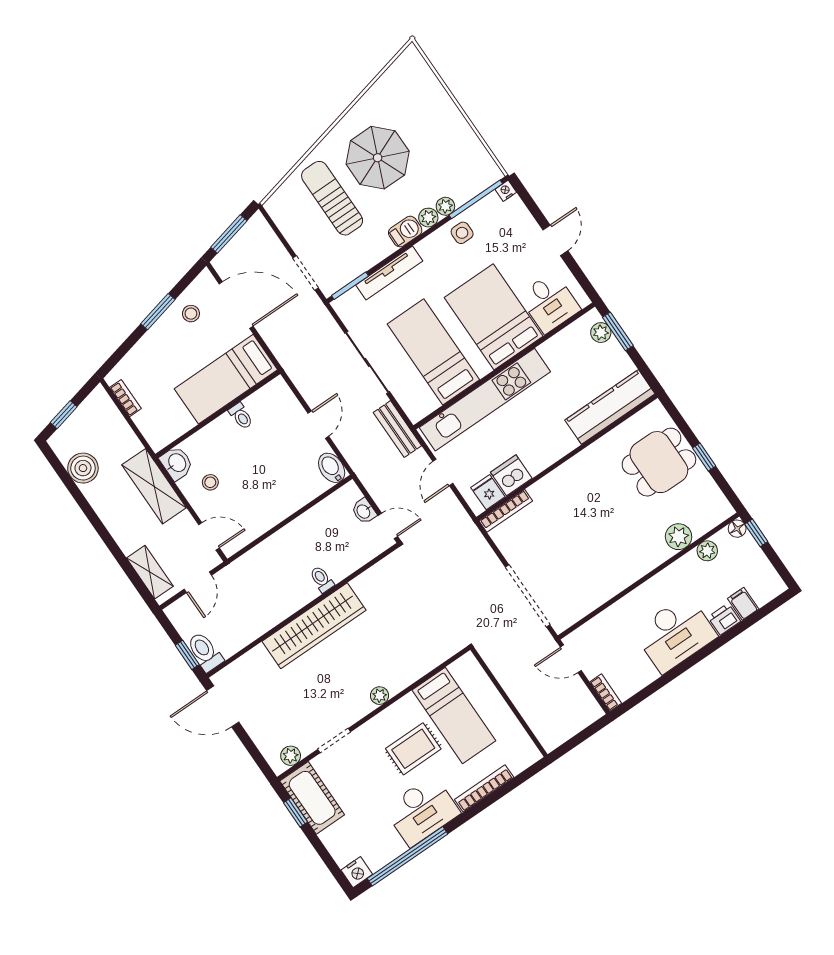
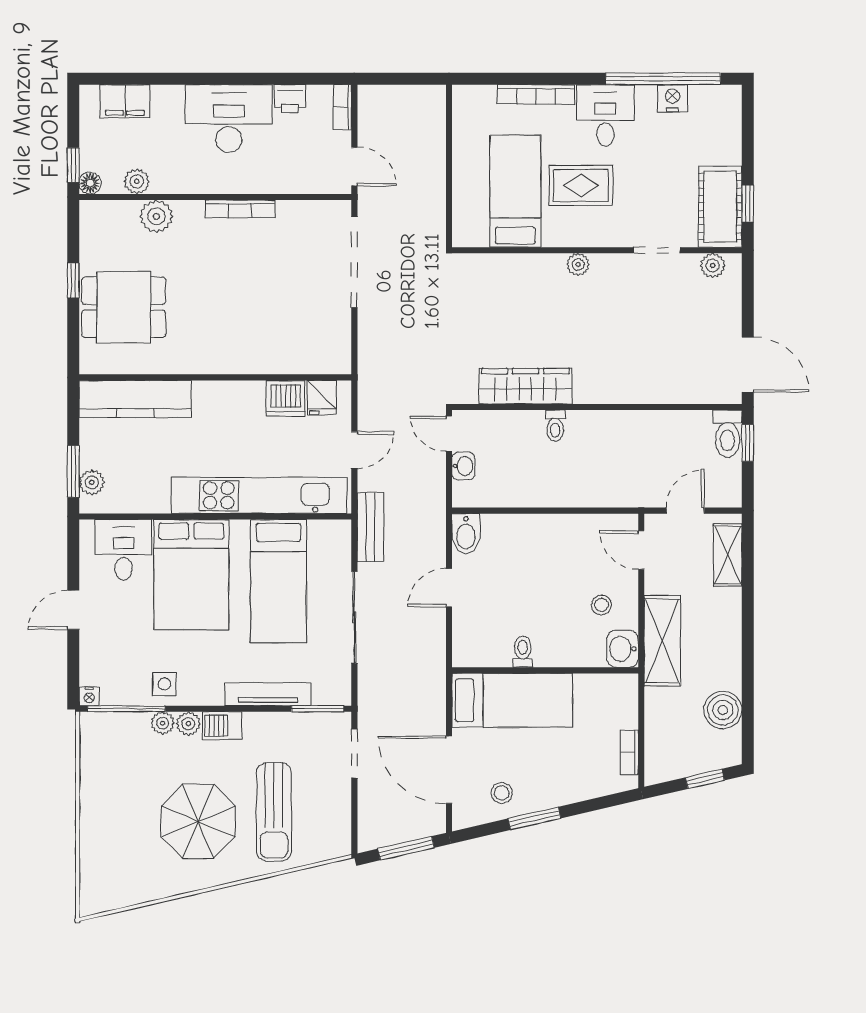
bookcase: (506, 511) -> (240, 209), moved, turned 180
filing cabinet: (743, 604) -> (125, 101), width x2.00
printer: (724, 619) -> (290, 99), moved
wardrobe: (314, 626) -> (525, 386), moved, width x0.71, depth x0.85
desk: (422, 811) -> (605, 115), width x0.73
nightstand: (357, 872) -> (672, 98), moved

